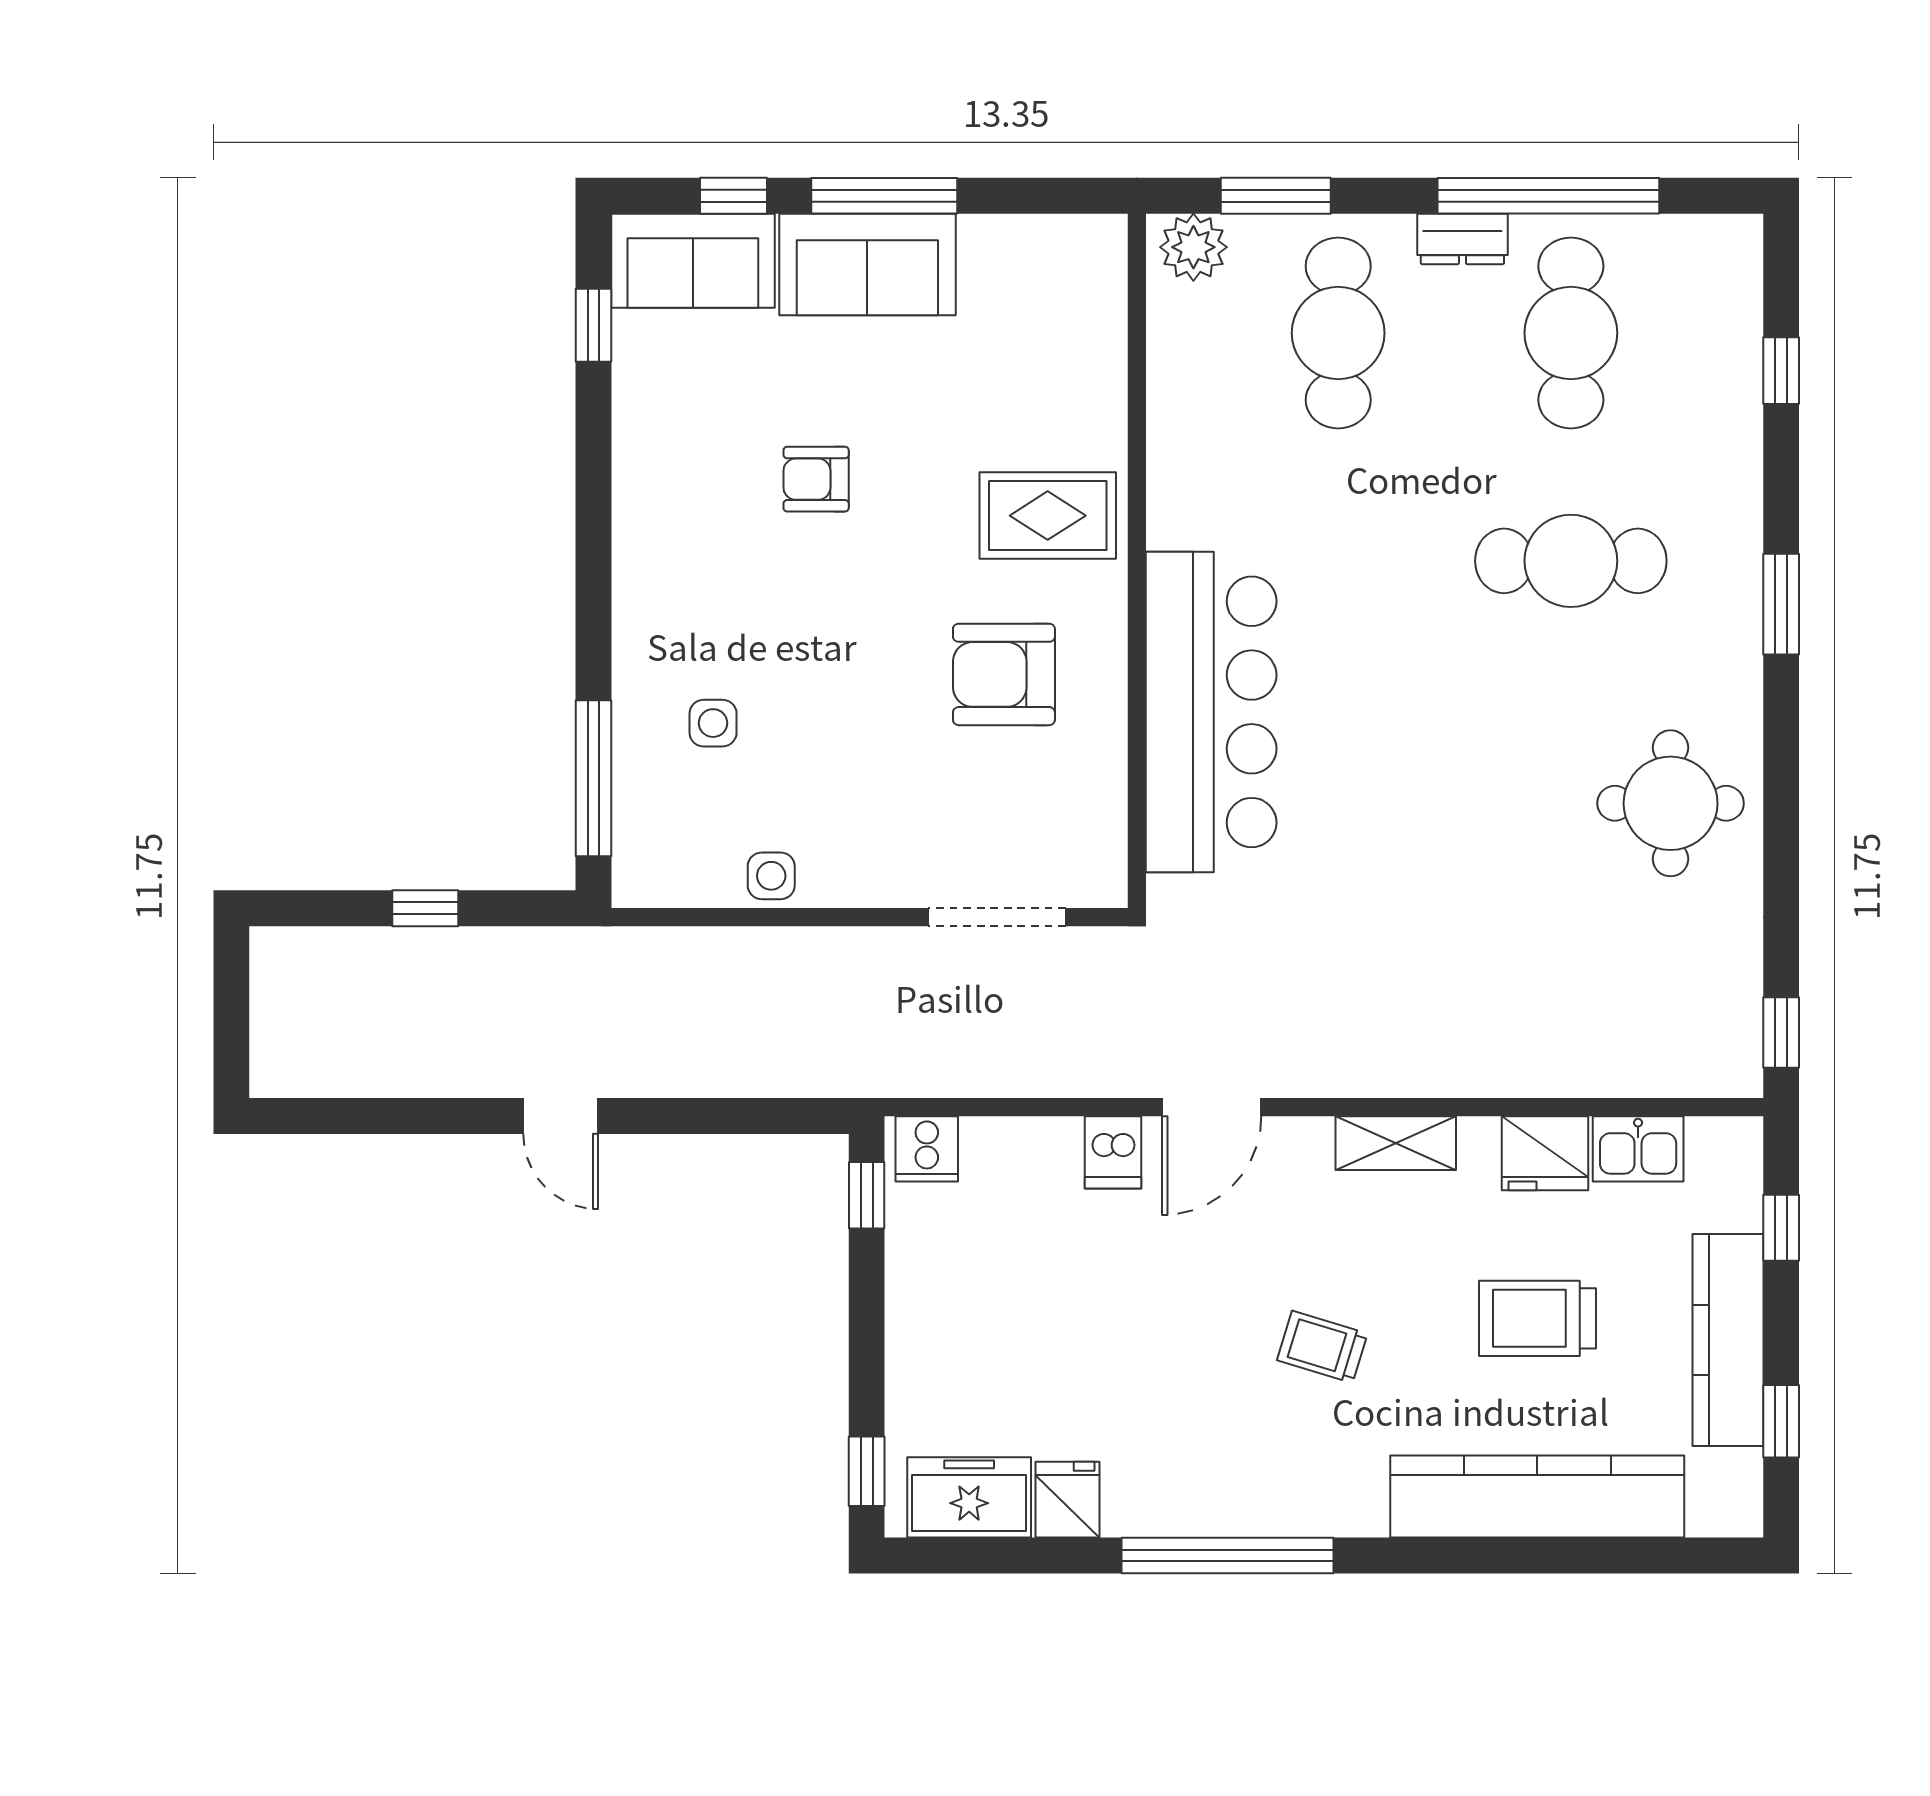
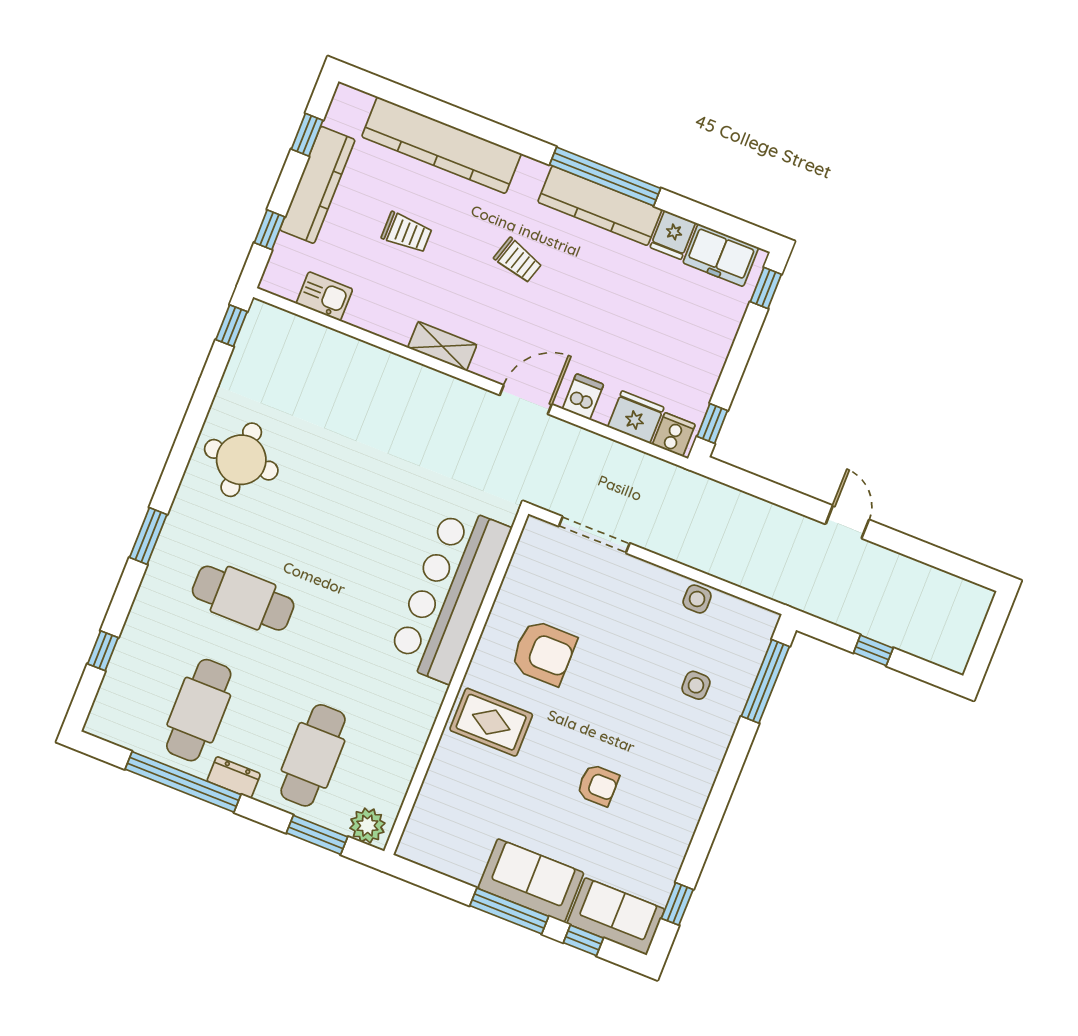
fridge: (1545, 1153) -> (636, 417), moved
trolley: (1538, 1318) -> (407, 233), width x0.73, depth x0.72
kitchen counter: (1216, 1500) -> (600, 206), added

